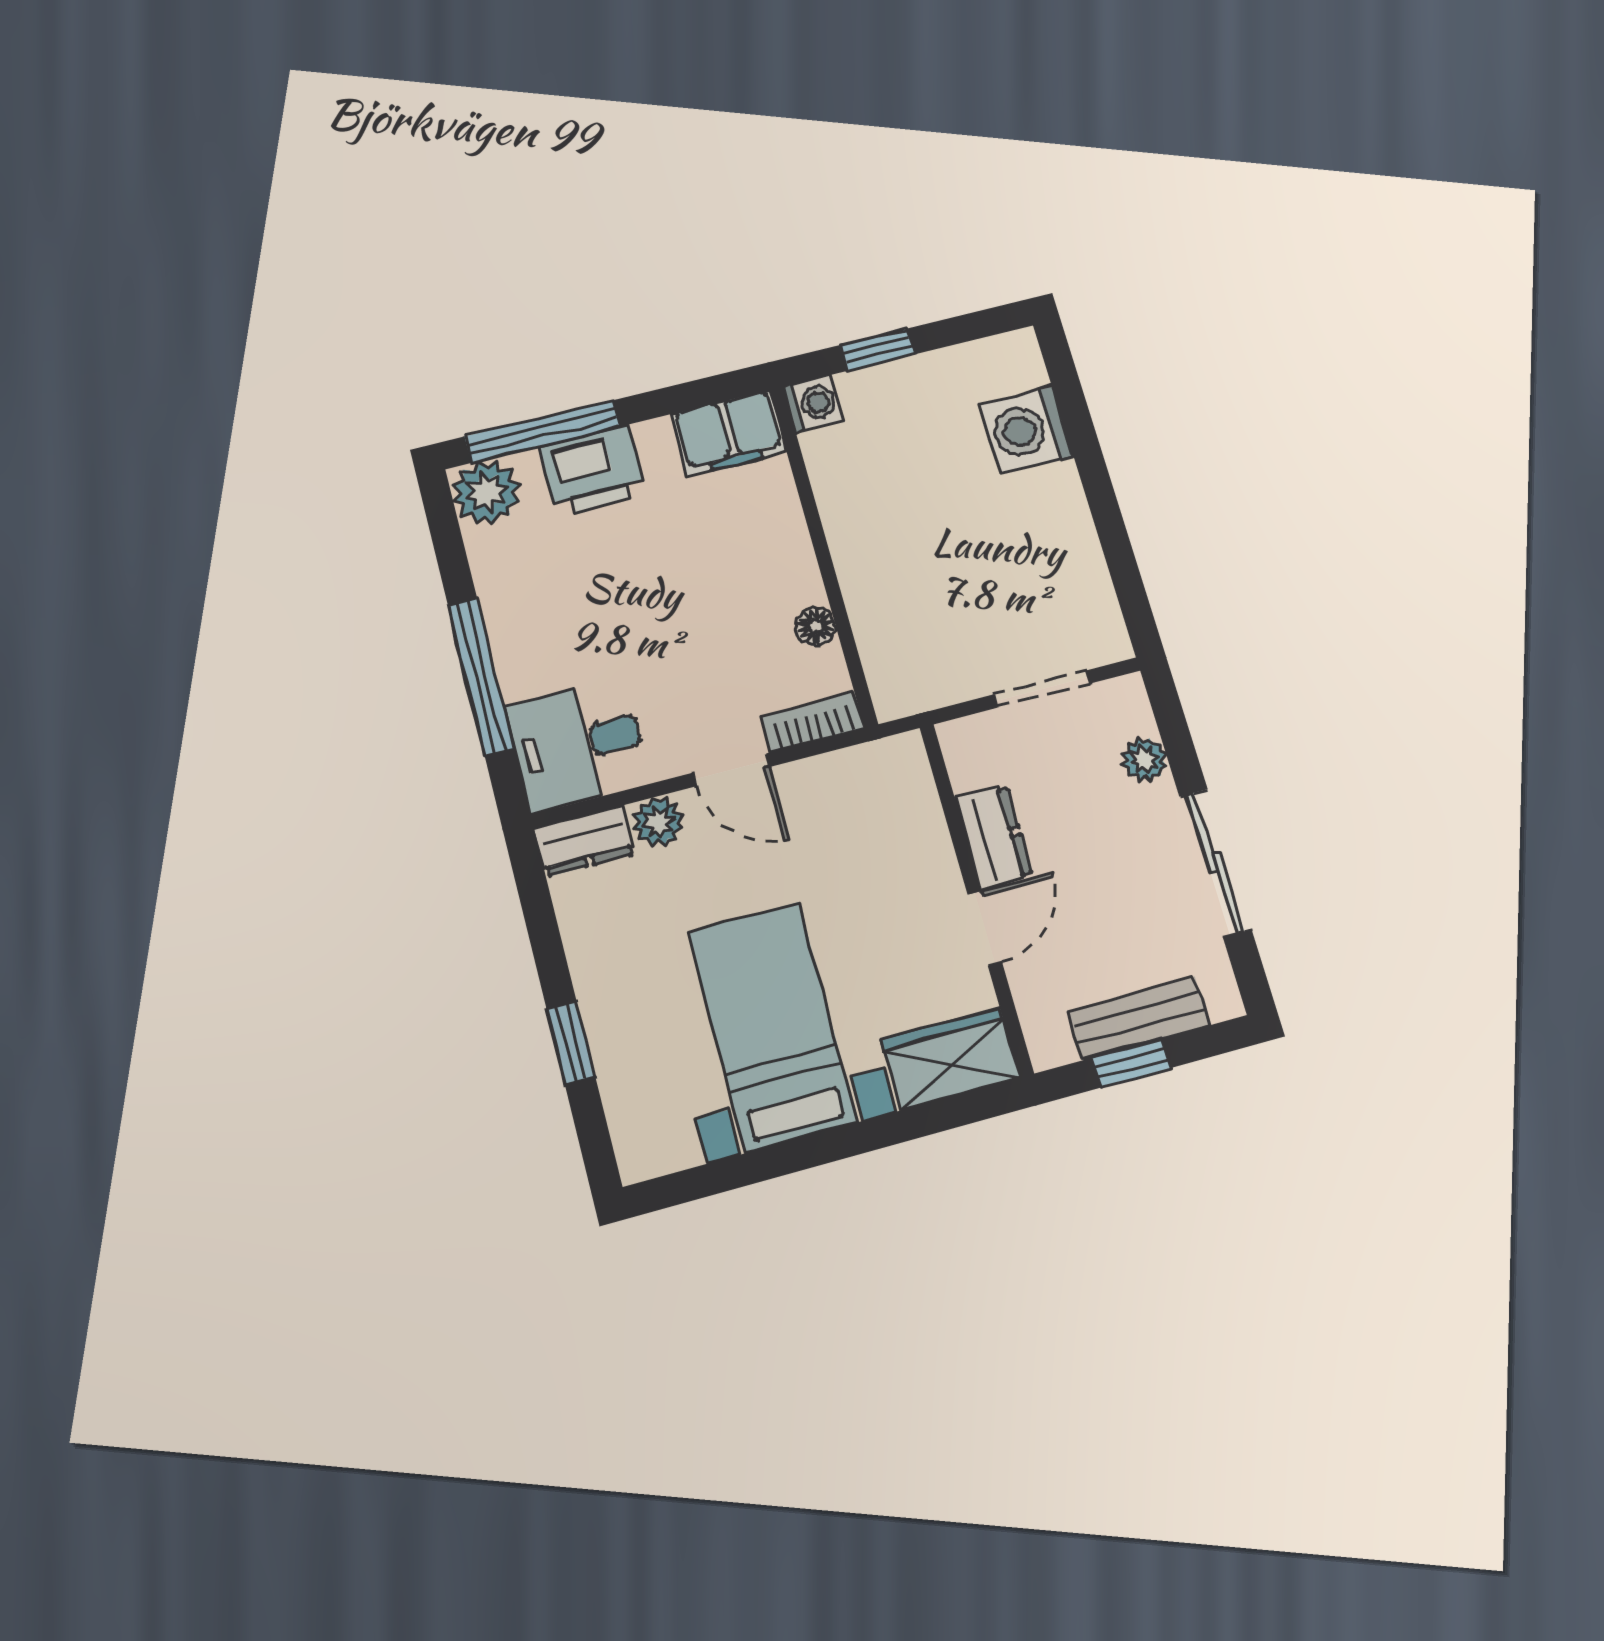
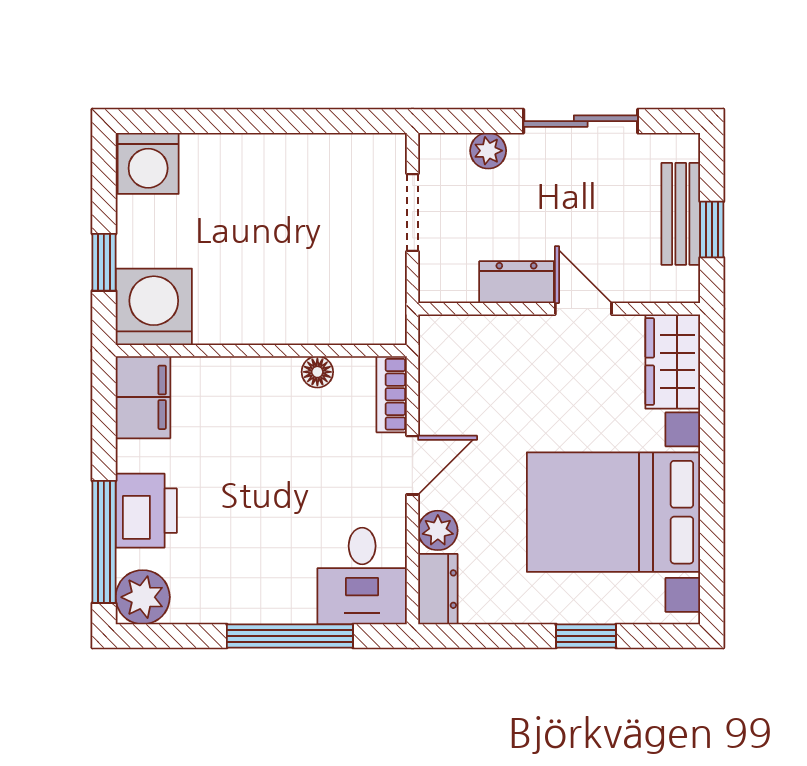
washing machine: (813, 404) -> (154, 307), width x1.89, depth x1.89
washing machine: (1027, 430) -> (148, 163), moved
bed with nightstands: (772, 1026) -> (613, 512), width x1.36

